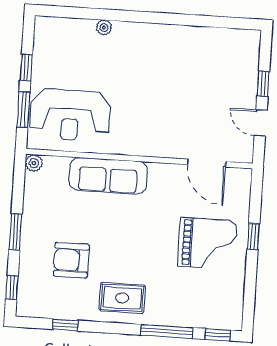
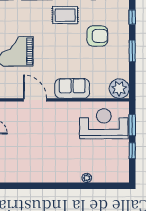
plant: (34, 163) -> (119, 89), width x1.87, depth x1.87
door: (207, 163) -> (35, 100), moved
sofa: (108, 176) -> (72, 88), width x0.73

